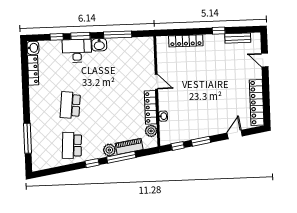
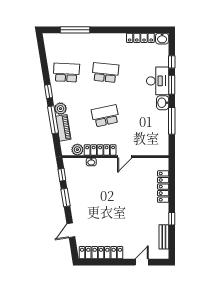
school desk: (115, 103) -> (105, 116), added
door: (235, 134) -> (71, 230), swing flipped

